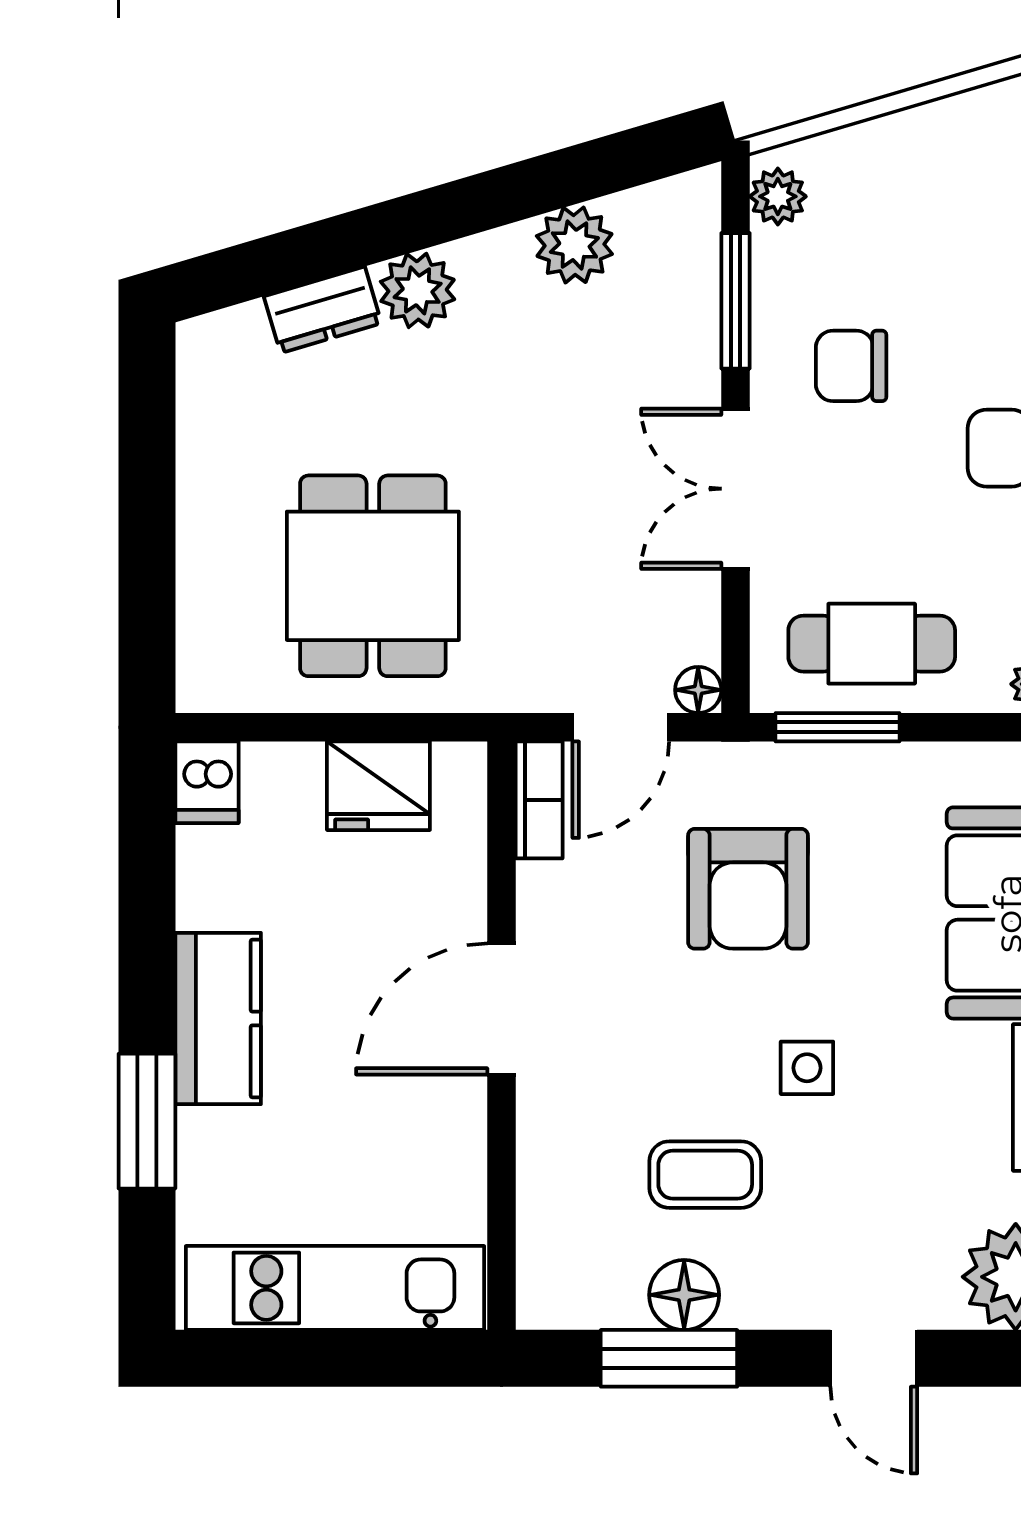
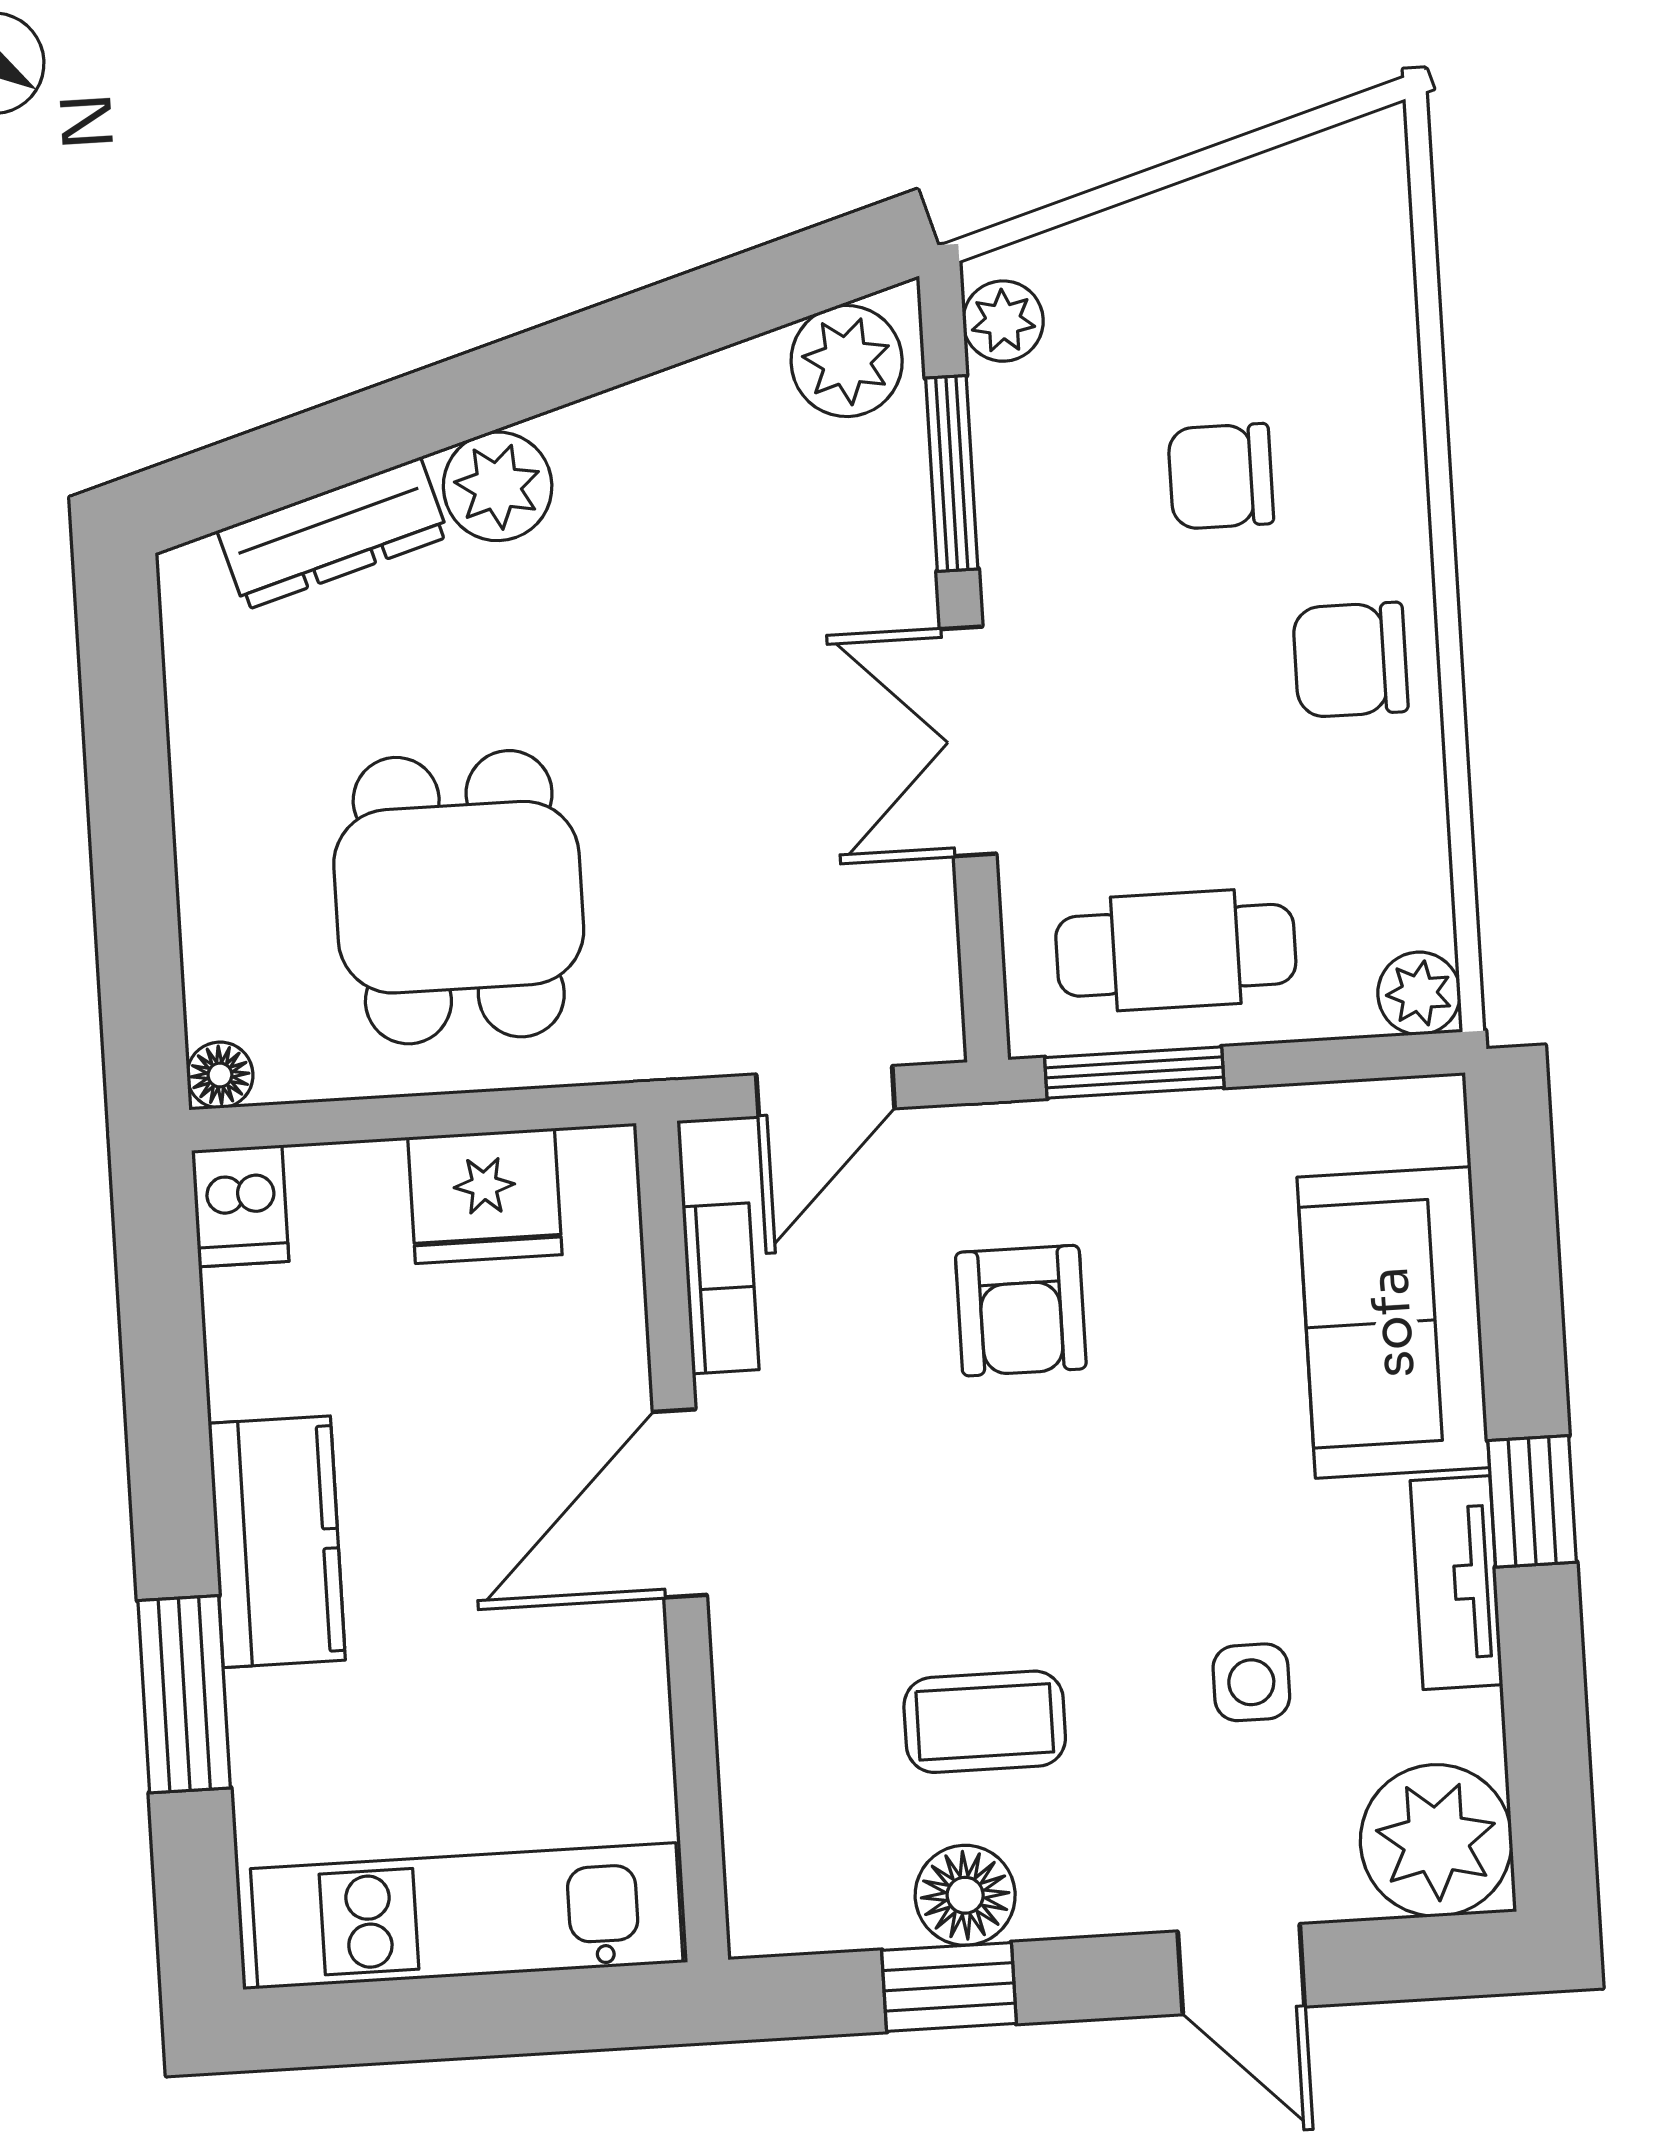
plant: (574, 245) -> (847, 361), moved
dresser: (323, 310) -> (333, 534), width x1.44
chair: (851, 366) -> (1221, 476), moved
floor lamp: (698, 690) -> (220, 1075), moved
bookcase: (539, 800) -> (721, 1288), moved
armchair: (748, 889) -> (1021, 1311), width x0.72, depth x0.72
side table: (807, 1068) -> (1251, 1682), moved
window: (669, 1358) -> (949, 1987), width x0.67

